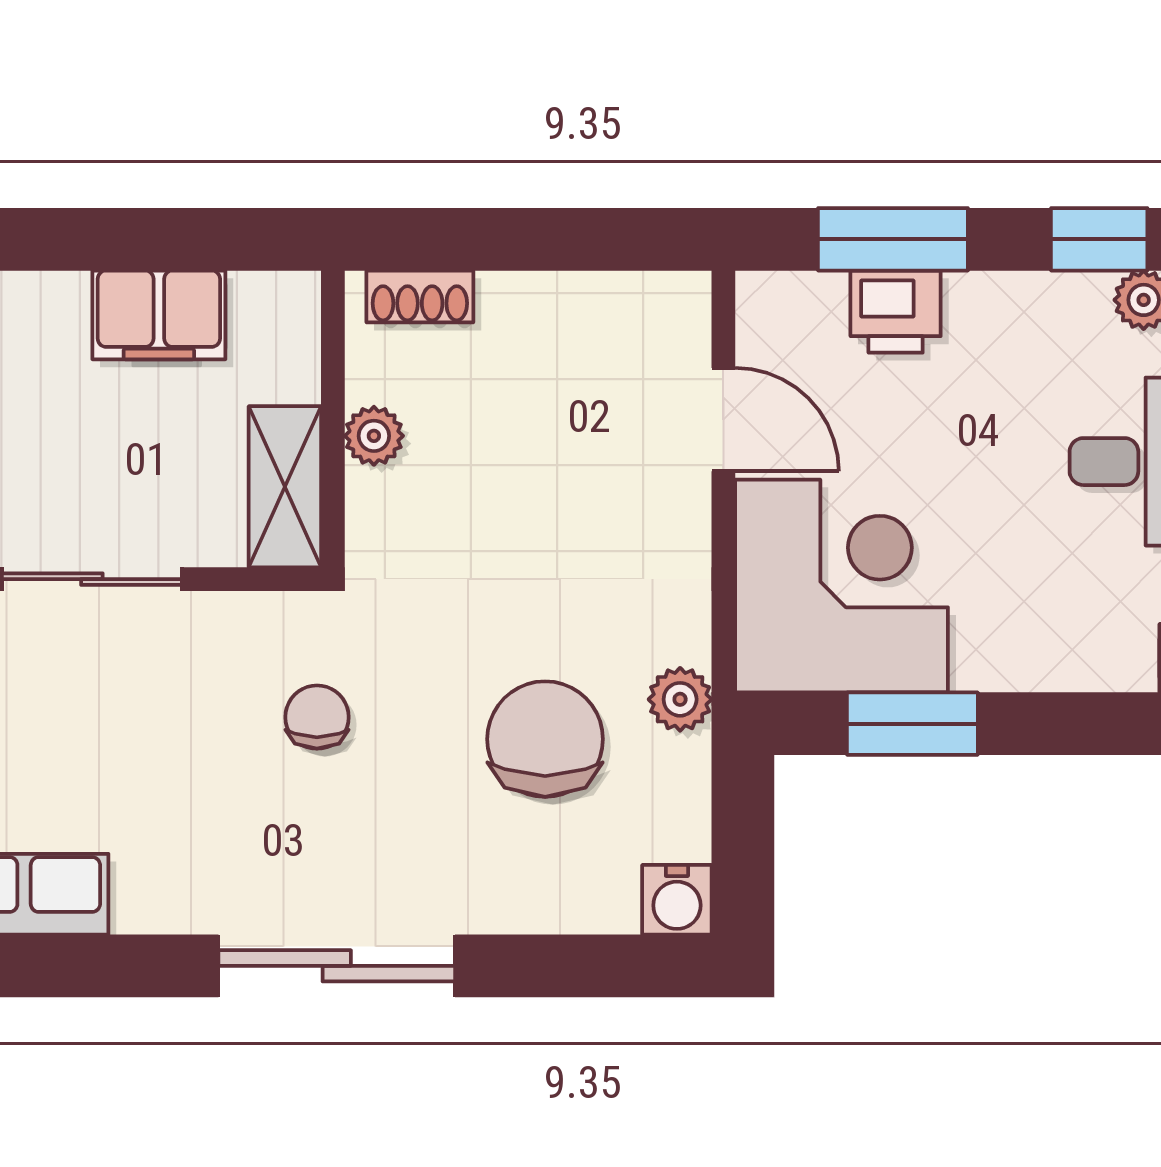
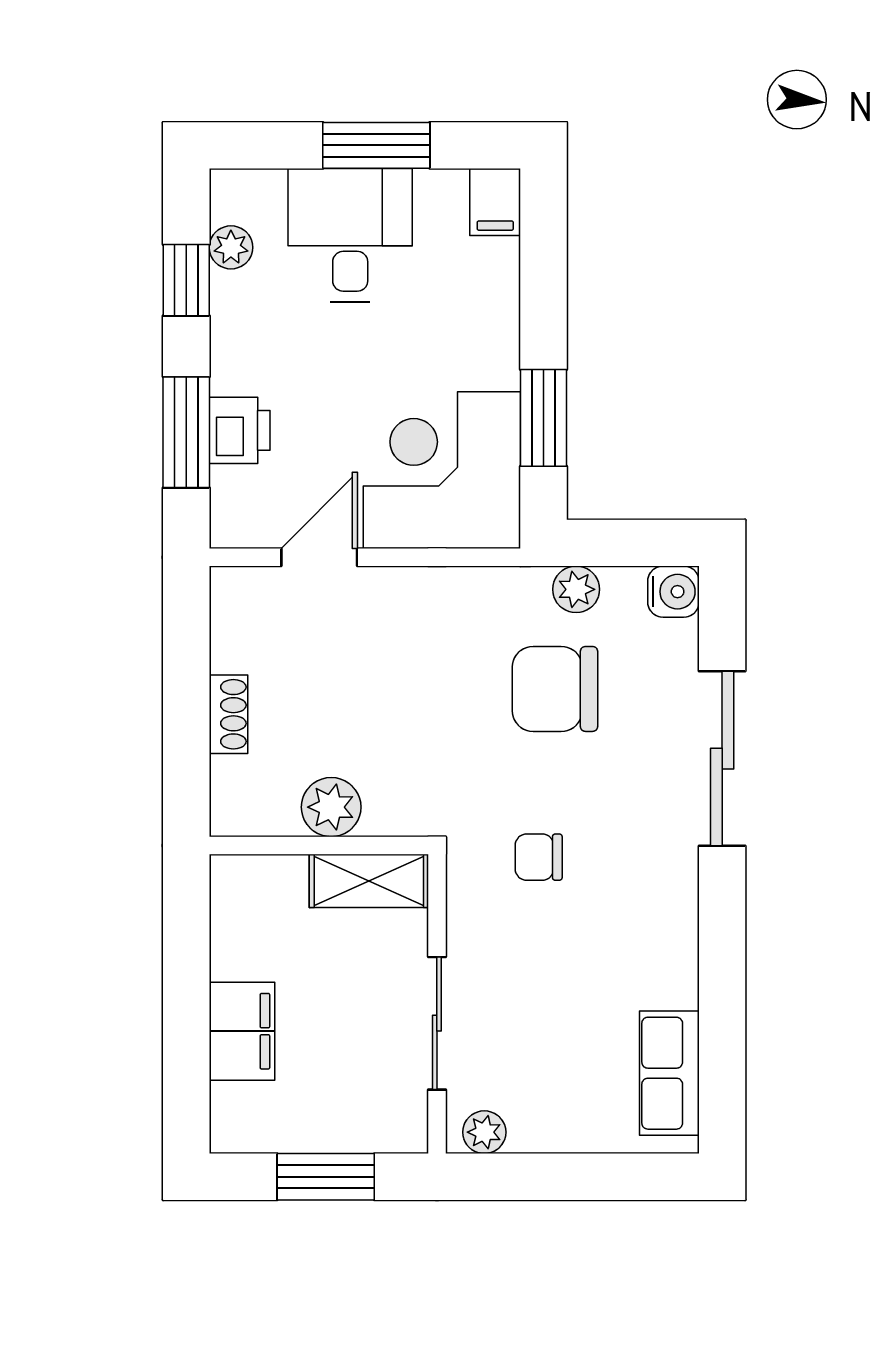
shoe rack: (420, 297) -> (228, 714), moved
filing cabinet: (159, 315) -> (242, 1031), moved
plant: (374, 436) -> (331, 807), width x1.38, depth x1.38
plant: (680, 699) -> (576, 589), moved
sliding door: (337, 966) -> (722, 759), moved

